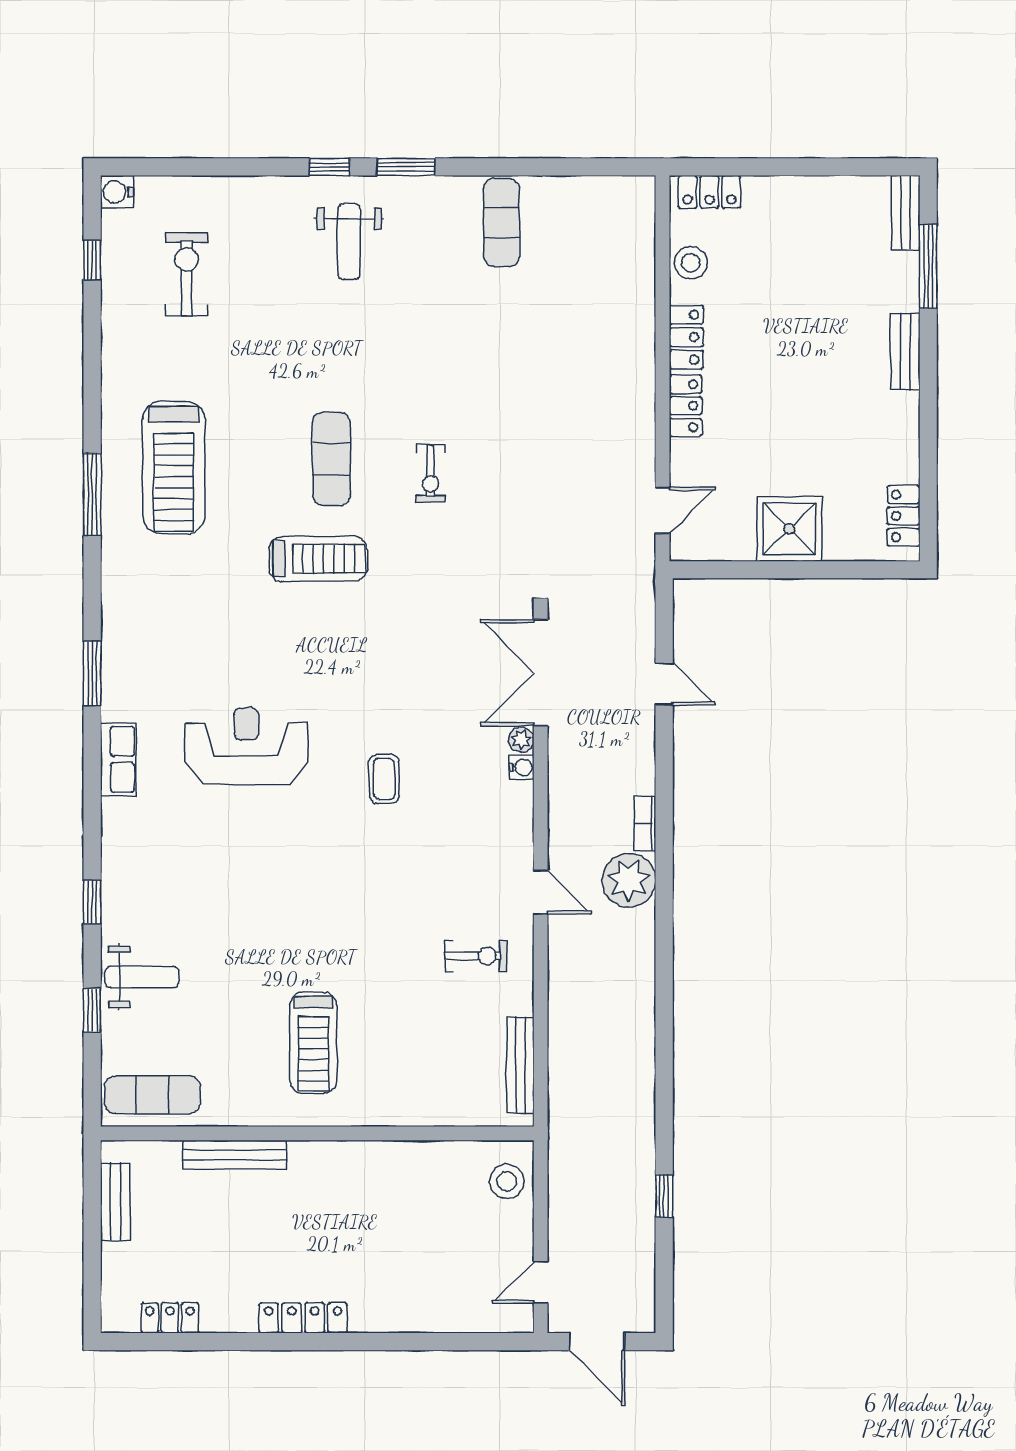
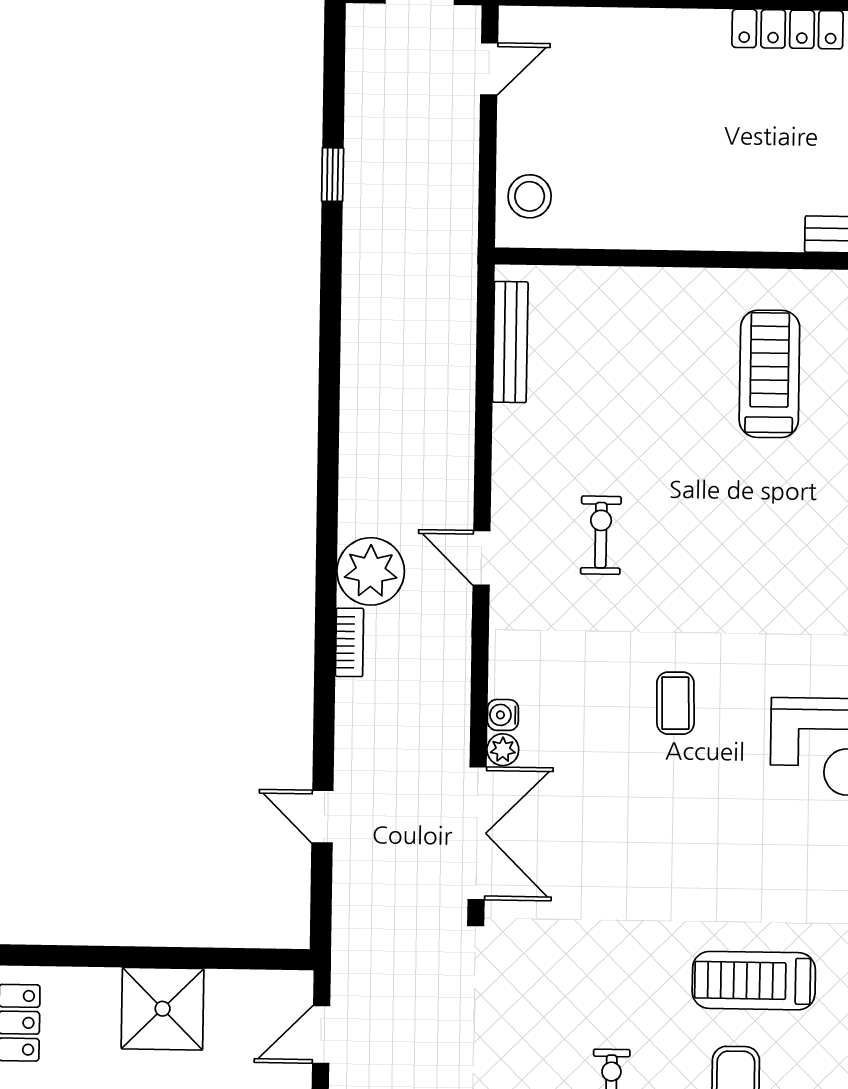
exercise bike: (476, 956) -> (601, 535), moved, turned 90

